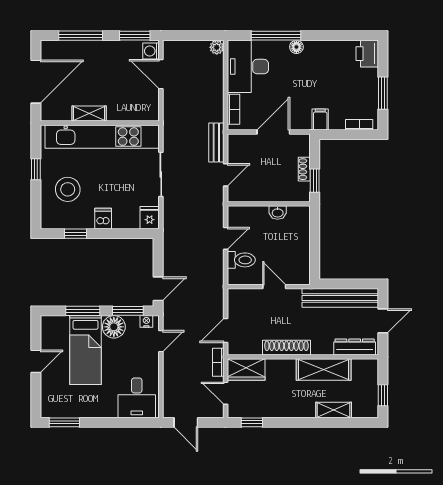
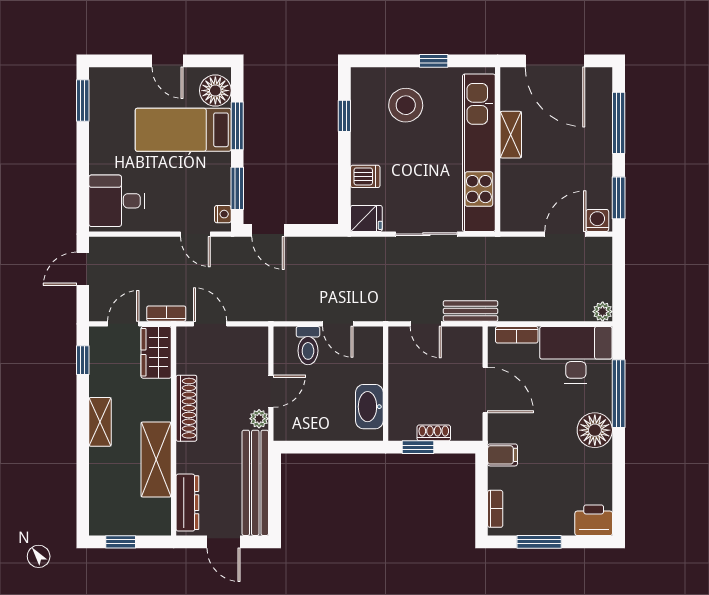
floor lamp: (296, 47) -> (595, 430), width x1.89, depth x1.89
washbasin: (278, 213) -> (369, 407), width x1.91, depth x1.45
dishwasher: (103, 219) -> (365, 176), moved
plant: (294, 295) -> (259, 419), added
floor lamp: (114, 327) -> (215, 91), moved
shelving: (334, 410) -> (100, 422), moved

